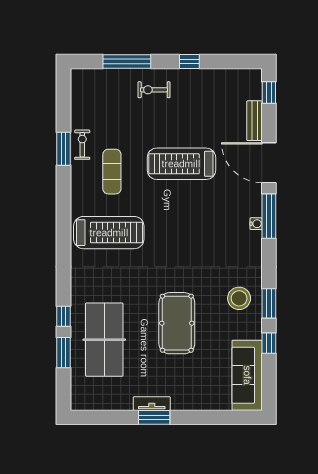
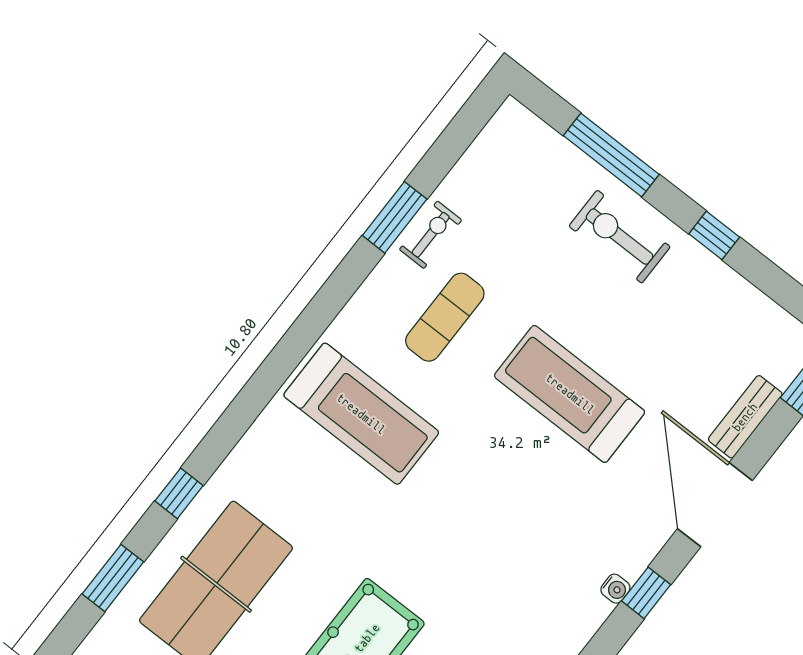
exercise bike: (154, 90) -> (620, 237), width x1.38, depth x1.39
window: (269, 216) -> (646, 593), width x0.46
window: (64, 353) -> (113, 578), moved

